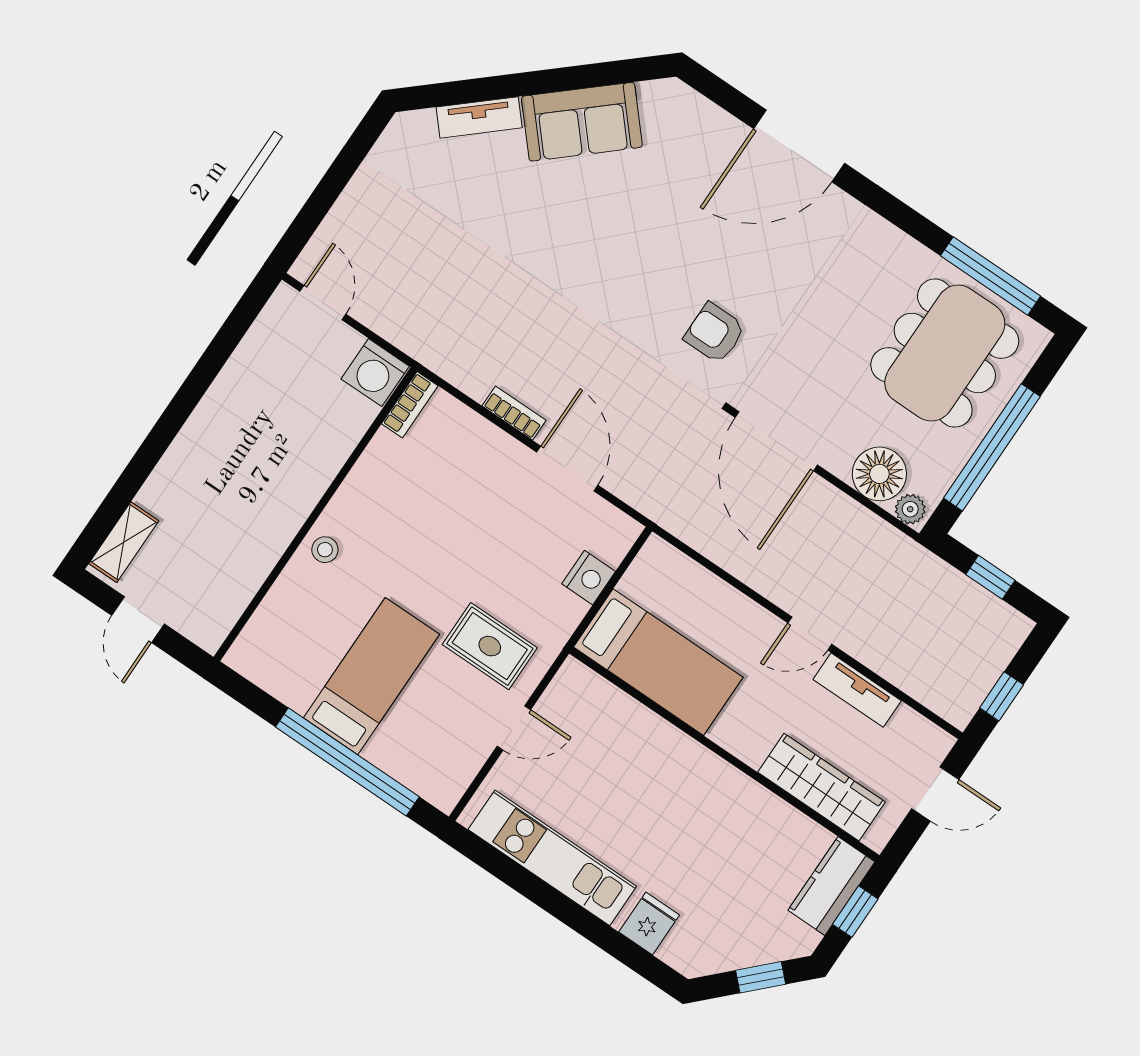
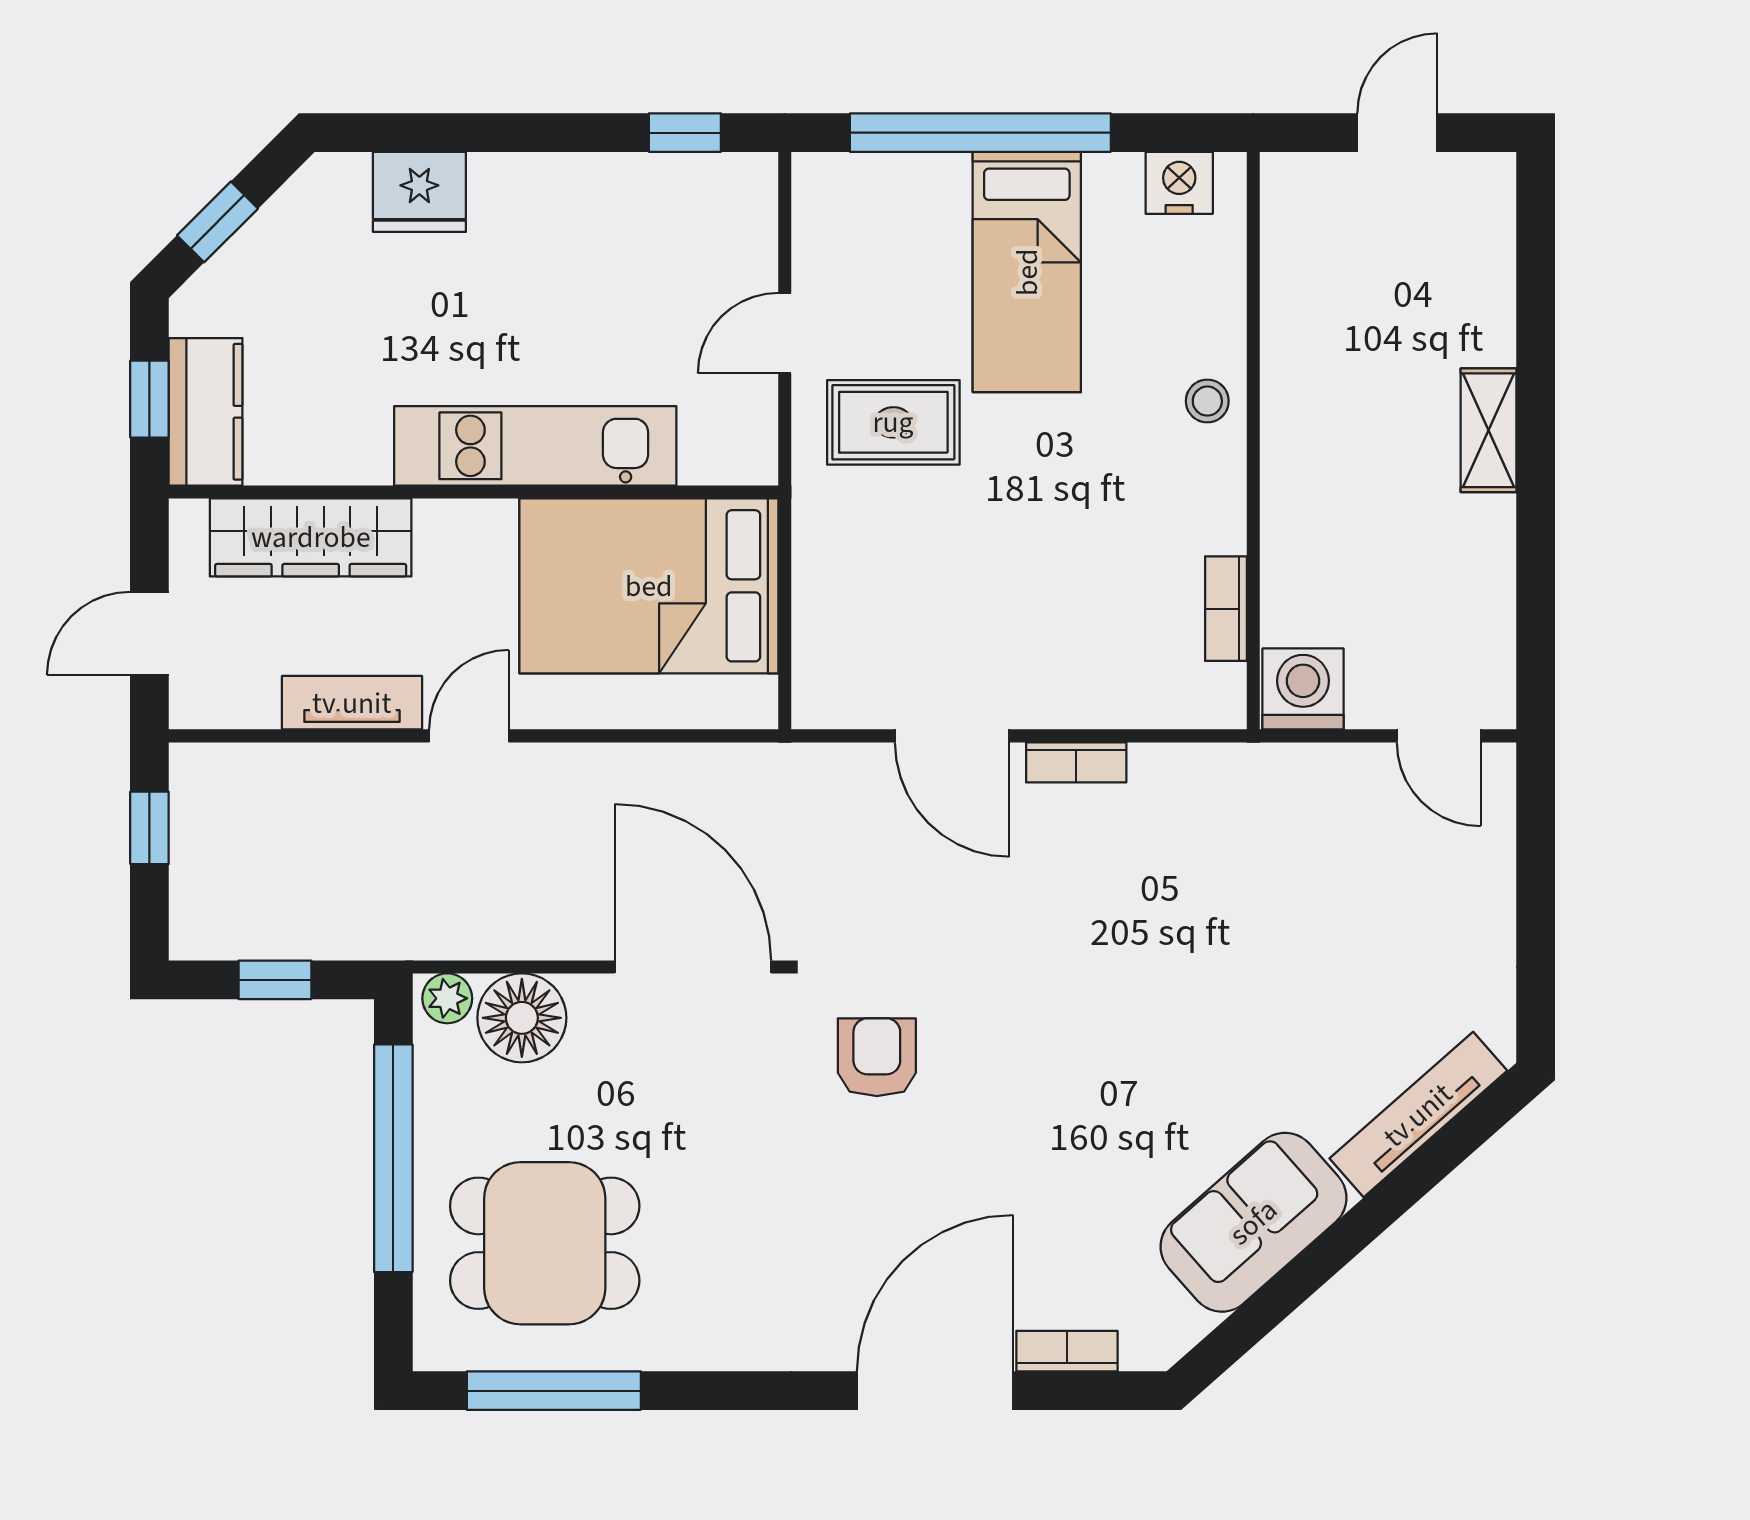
tv unit: (479, 117) -> (1418, 1115), width x1.41
bookcase: (719, 121) -> (1067, 1351), added
armchair: (715, 333) -> (877, 1057), turned -90
dining table: (945, 353) -> (545, 1243), width x0.73
bookcase: (410, 405) -> (1226, 609), moved
shelving: (124, 542) -> (1489, 430), moved
nightstand: (589, 578) -> (1179, 183), moved, turned 90
door: (138, 620) -> (1397, 133), hinge flipped
bed: (658, 662) -> (649, 586), width x1.50
kitchen unit: (552, 858) -> (535, 446), moved, turned 180
window: (496, 863) -> (685, 133), added
fridge: (649, 923) -> (419, 192), width x1.38

